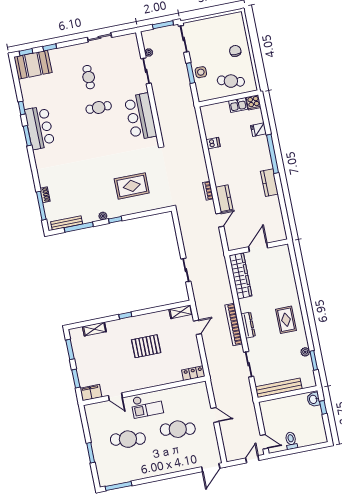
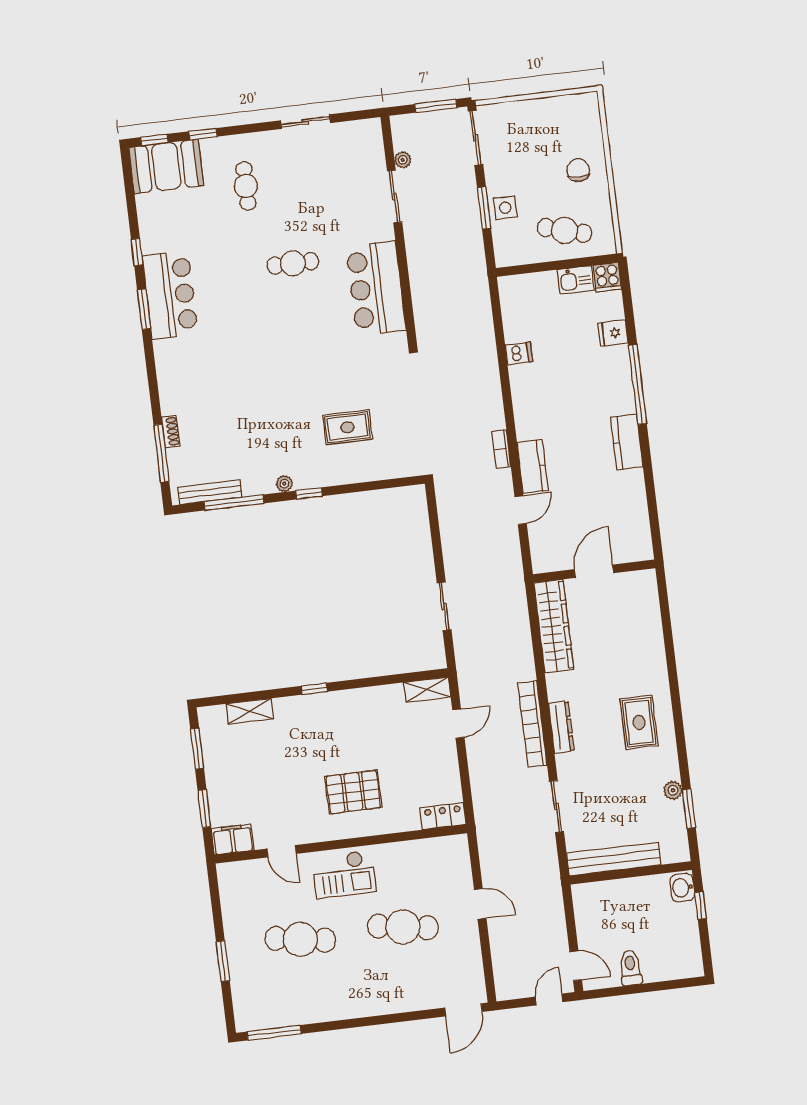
cafe table: (89, 77) -> (246, 186), moved
rug: (132, 186) -> (347, 427), width x0.73, depth x0.70
pallet: (146, 346) -> (353, 792), moved

